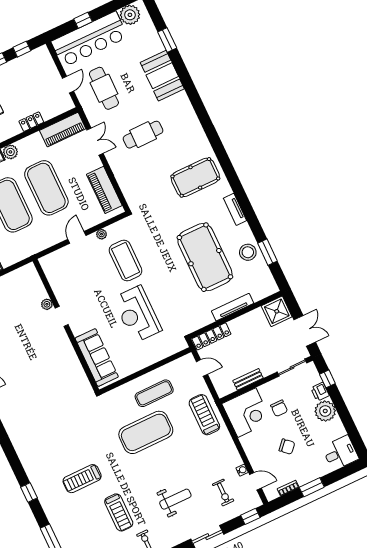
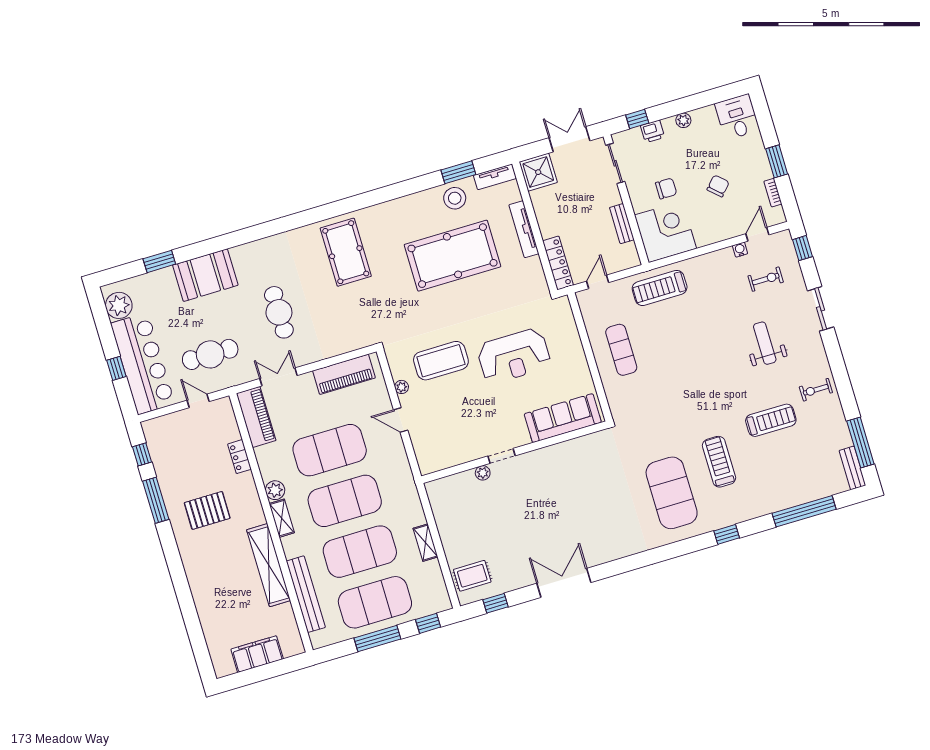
tv unit: (235, 209) -> (495, 177), moved
plant: (325, 411) -> (683, 120), width x0.53, depth x0.53
exercise mat: (146, 432) -> (672, 493), moved
treadmill: (82, 479) -> (719, 462), turned 180

